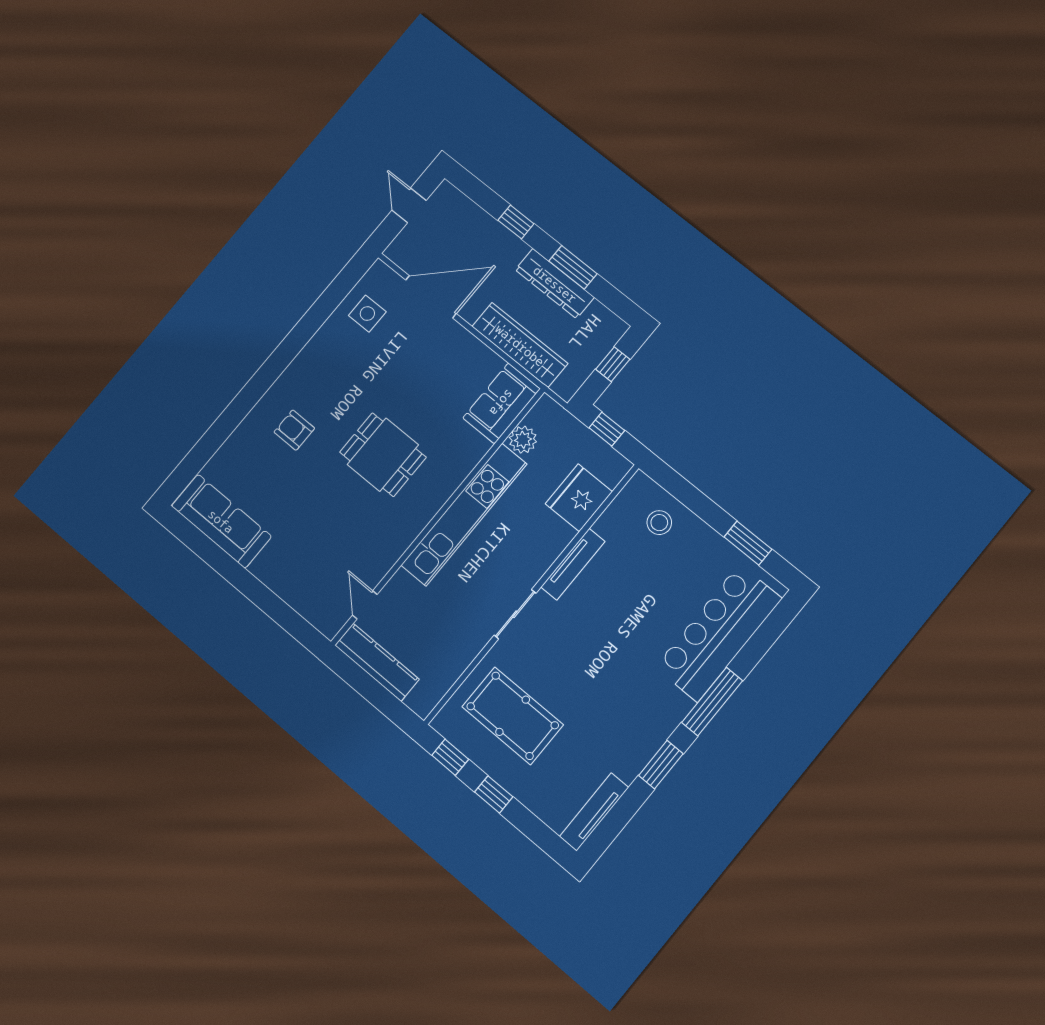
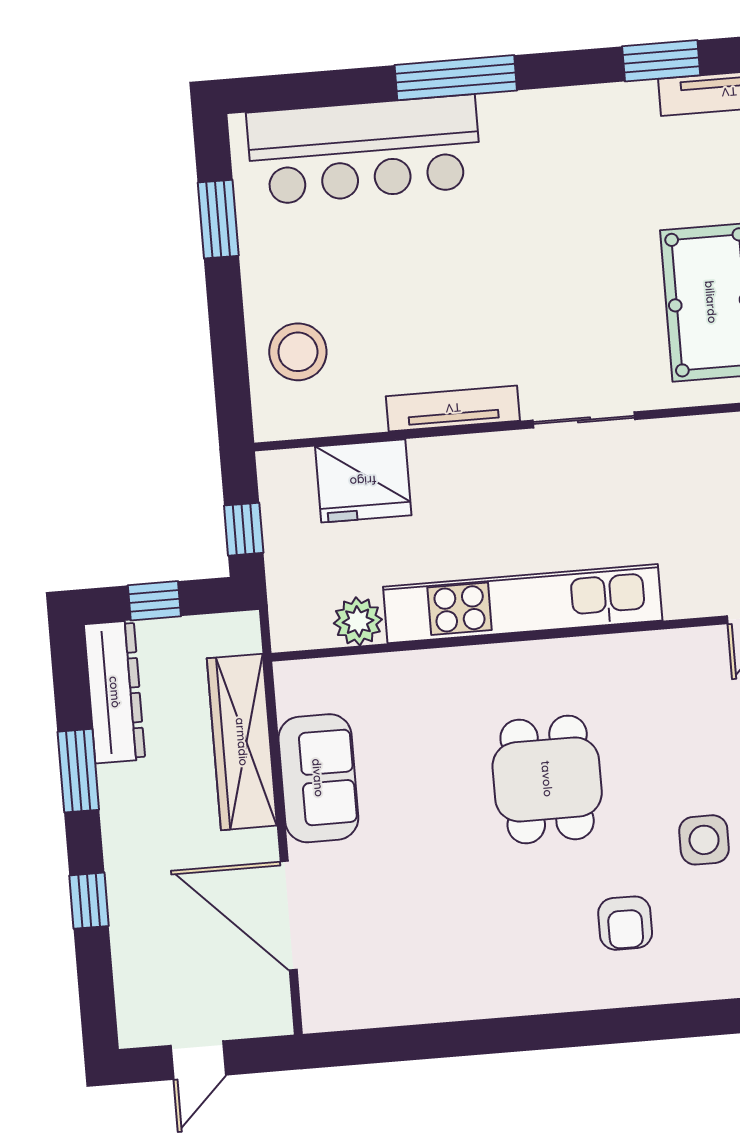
dresser: (555, 284) -> (115, 692), moved
side table: (367, 314) -> (704, 840), moved
sofa: (502, 403) -> (318, 778), moved, turned -90
stool: (659, 523) -> (298, 352), width x1.38, depth x1.38
window: (661, 765) -> (661, 61), moved

